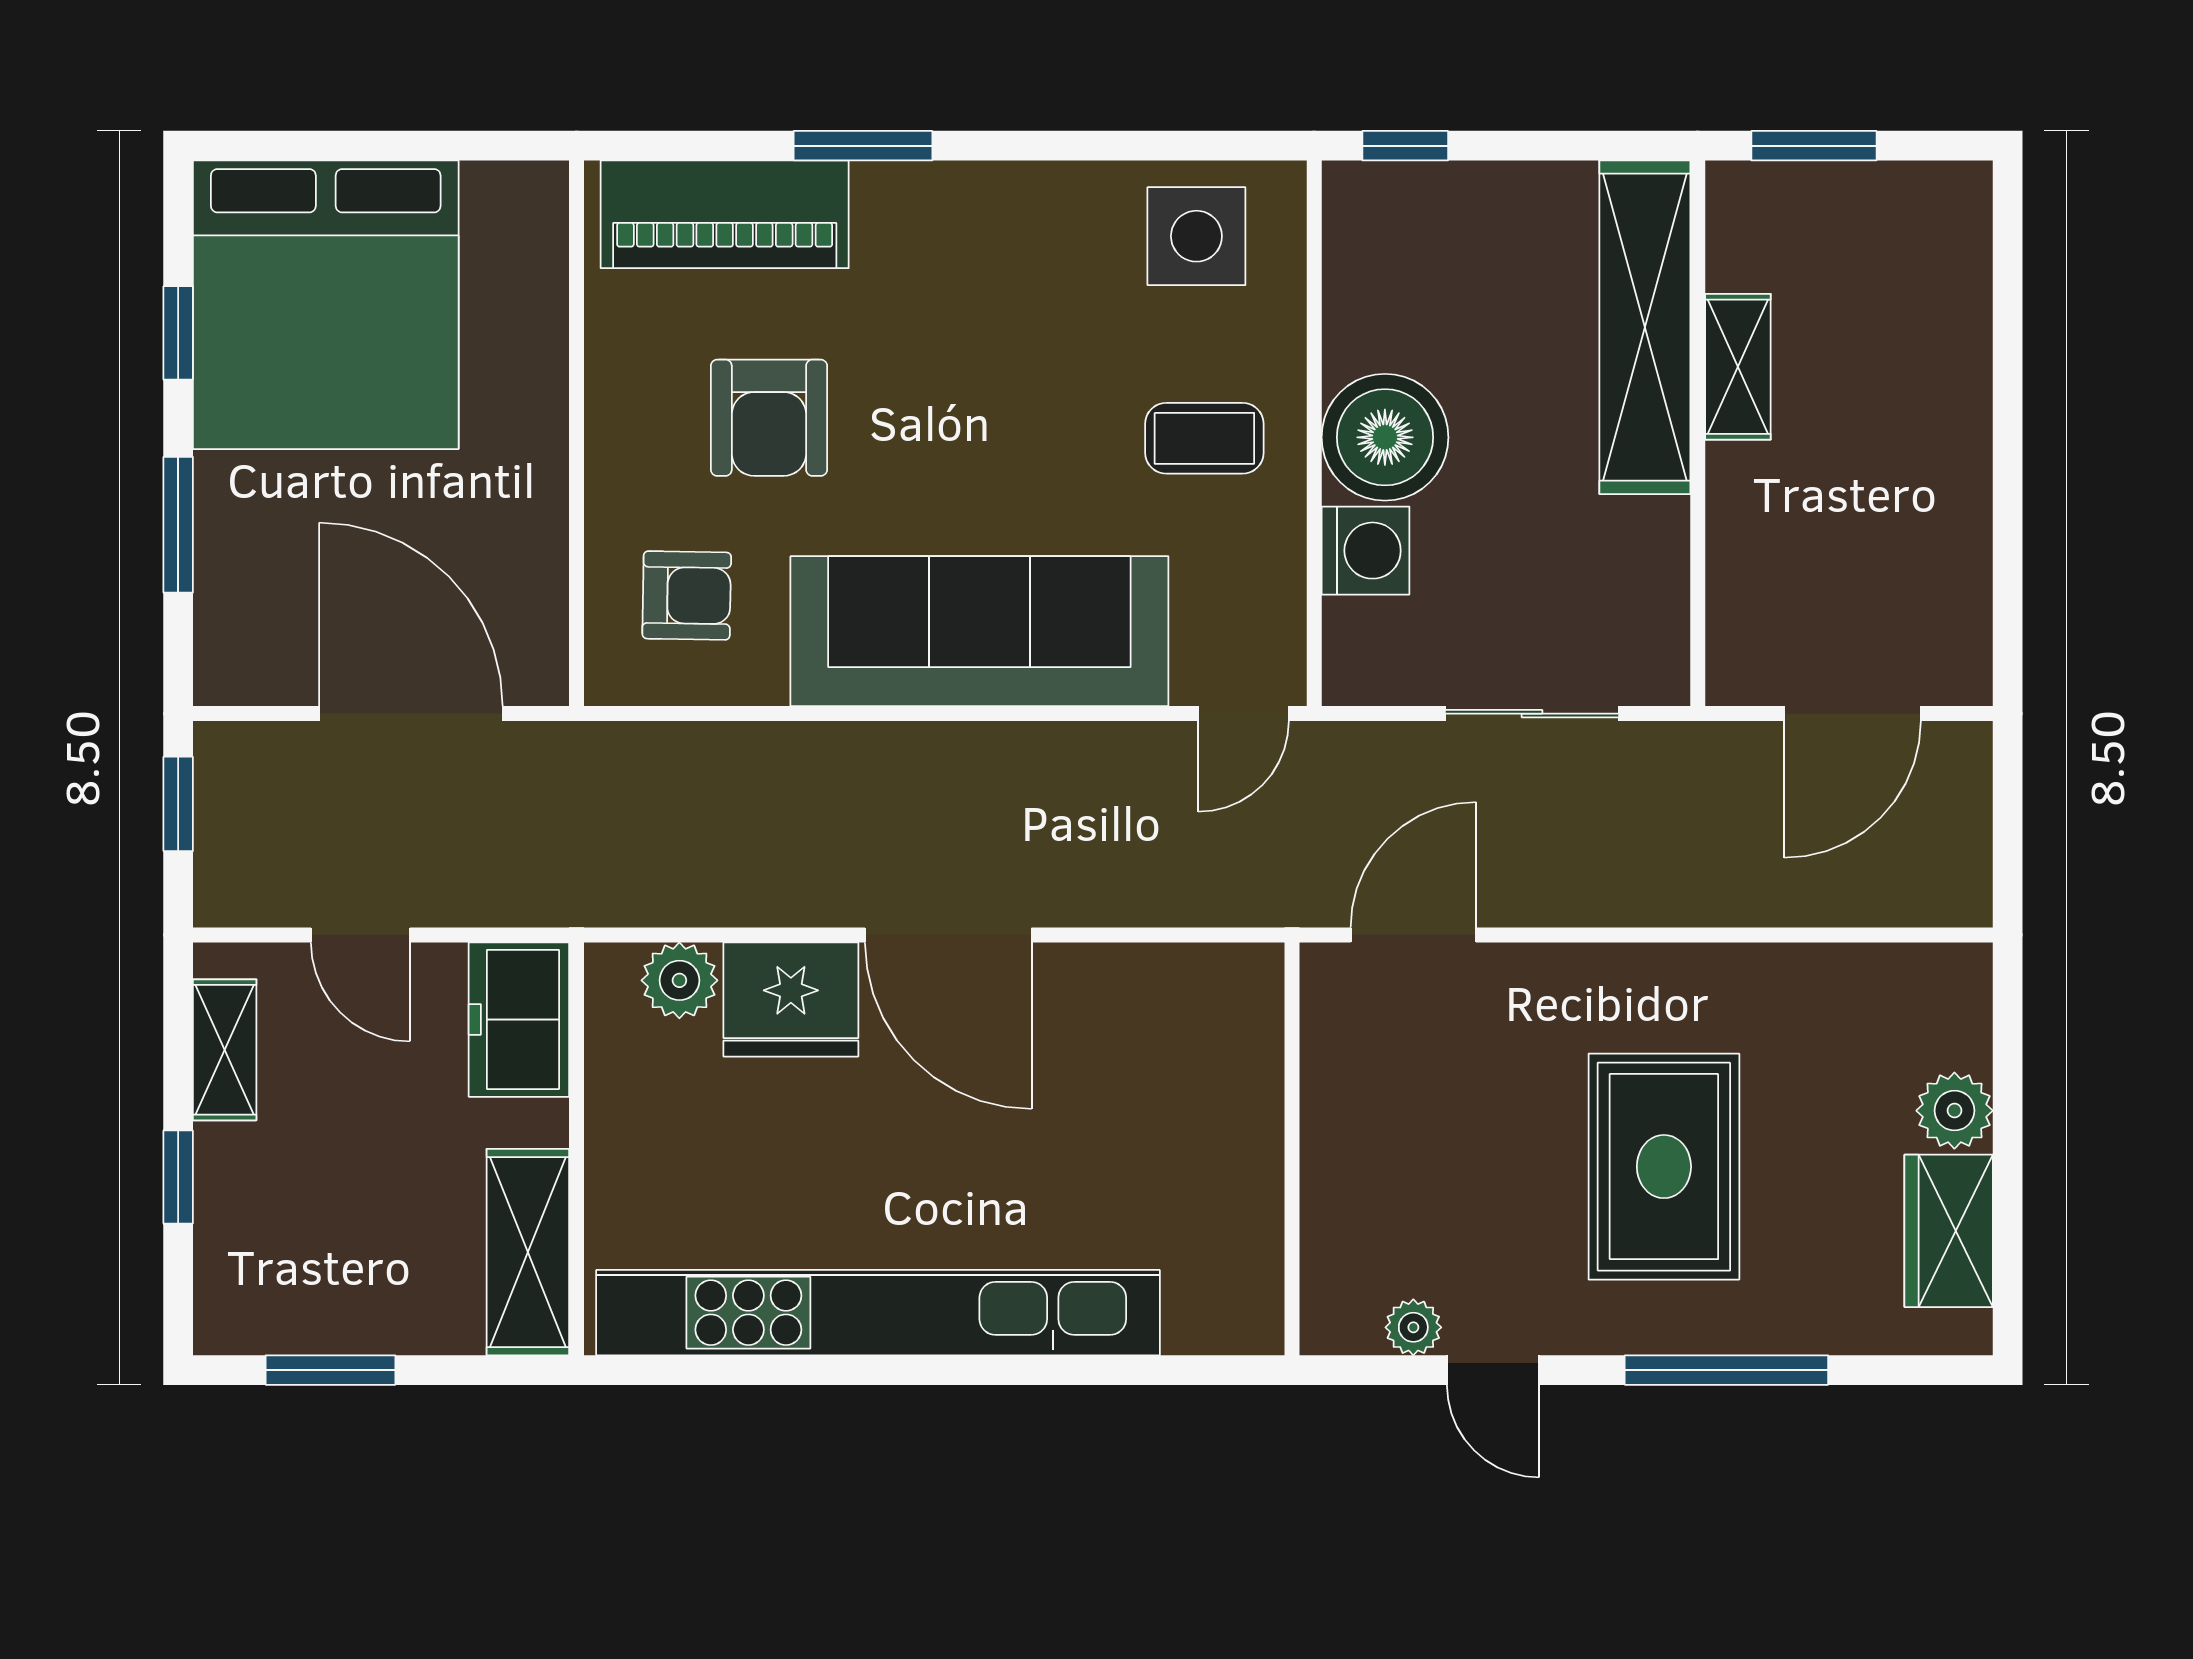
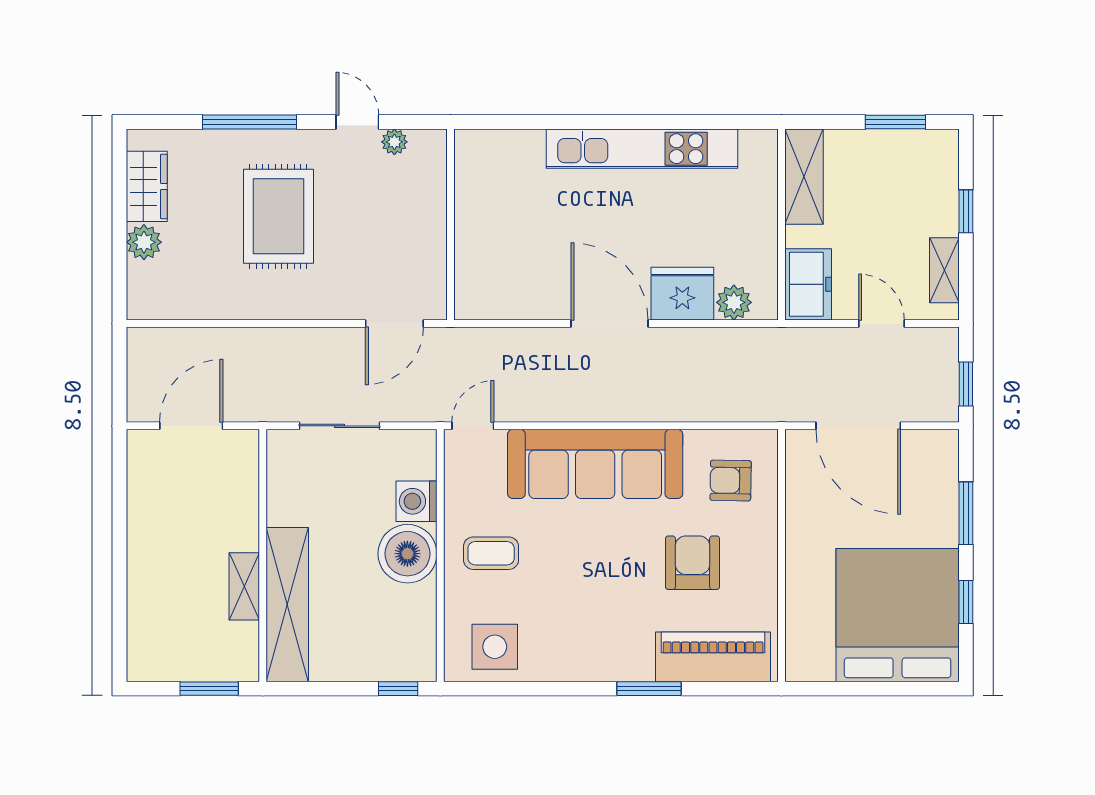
kitchen unit: (878, 1313) -> (642, 149), width x0.73

